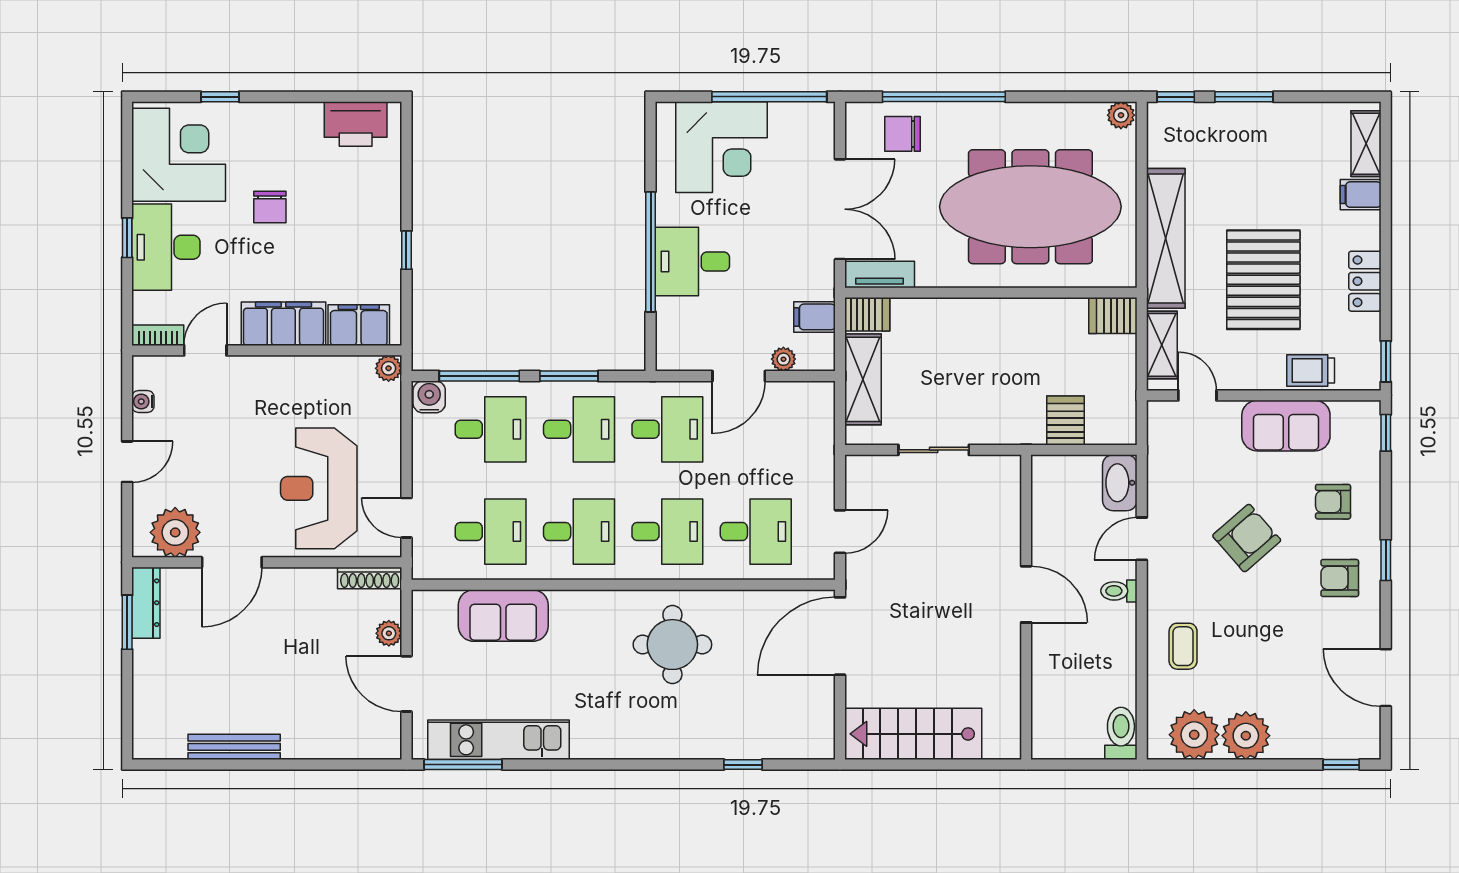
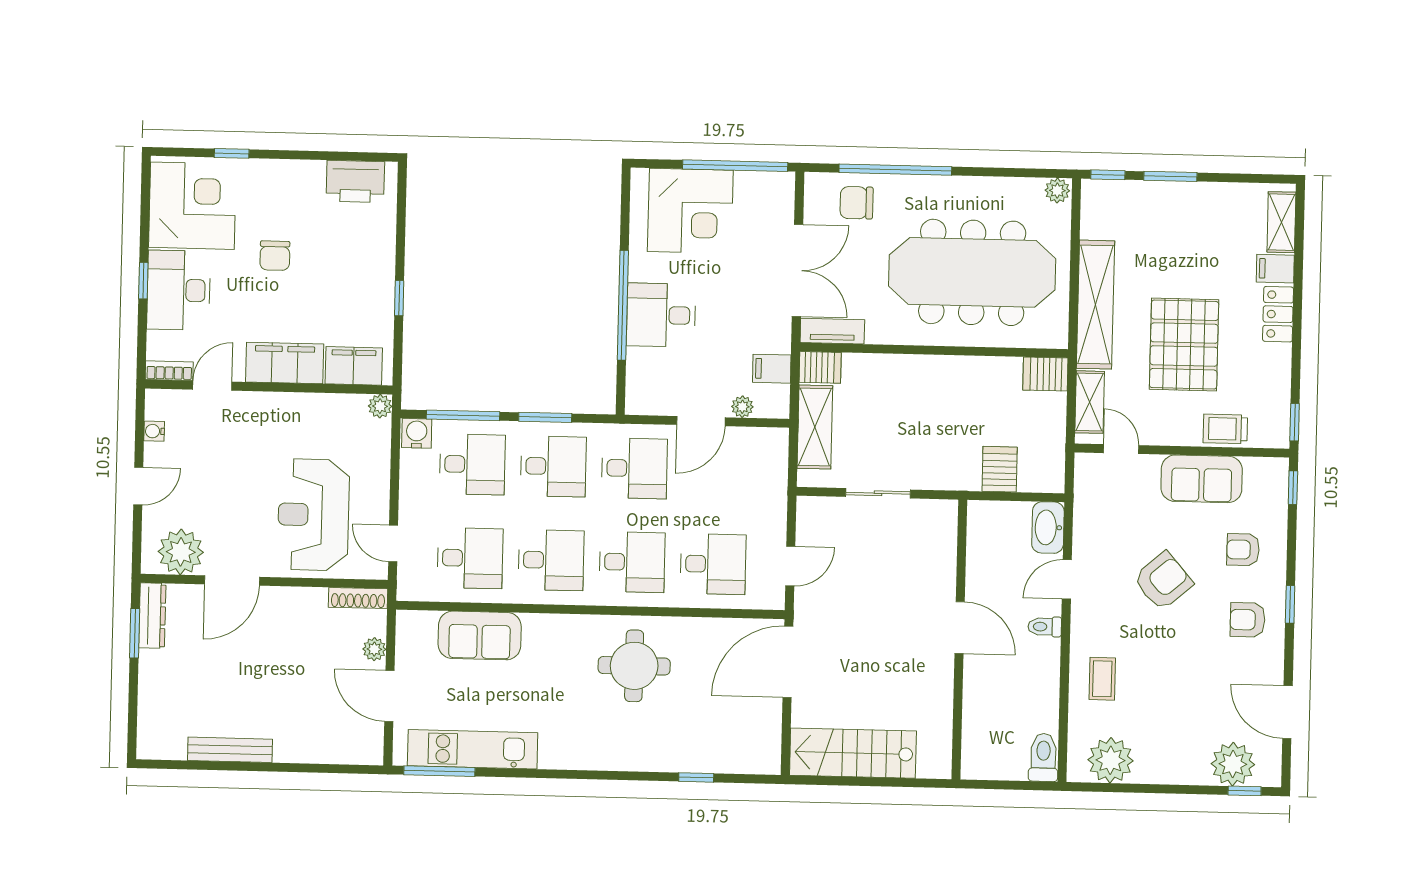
locker: (1365, 281) -> (1278, 314), moved
plant: (1246, 736) -> (1233, 764), moved

